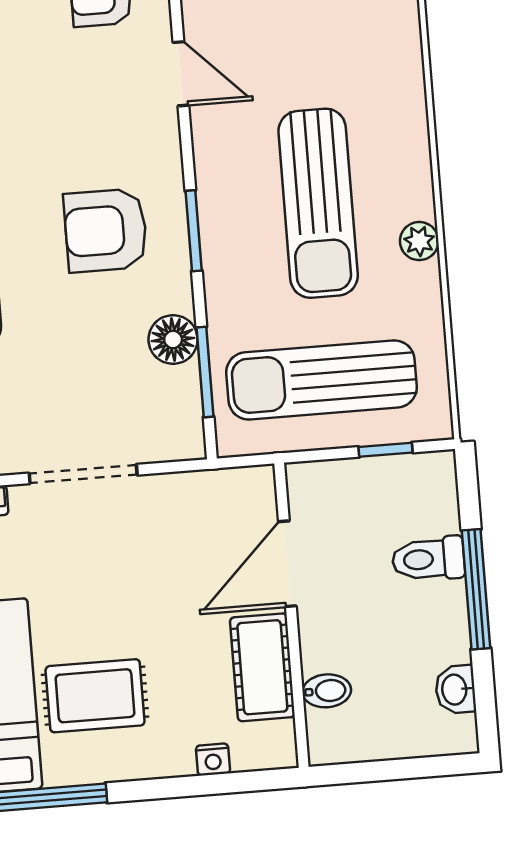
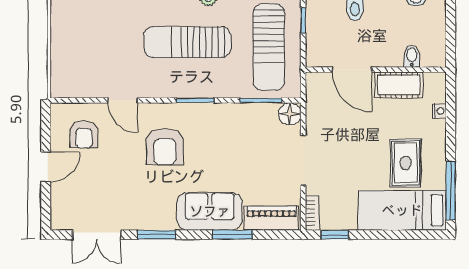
door: (181, 74) -> (123, 100), swing flipped
sun lounger: (318, 203) -> (187, 42), turned 180
armchair: (106, 230) -> (165, 147), moved
floor lamp: (173, 340) -> (290, 114), moved

